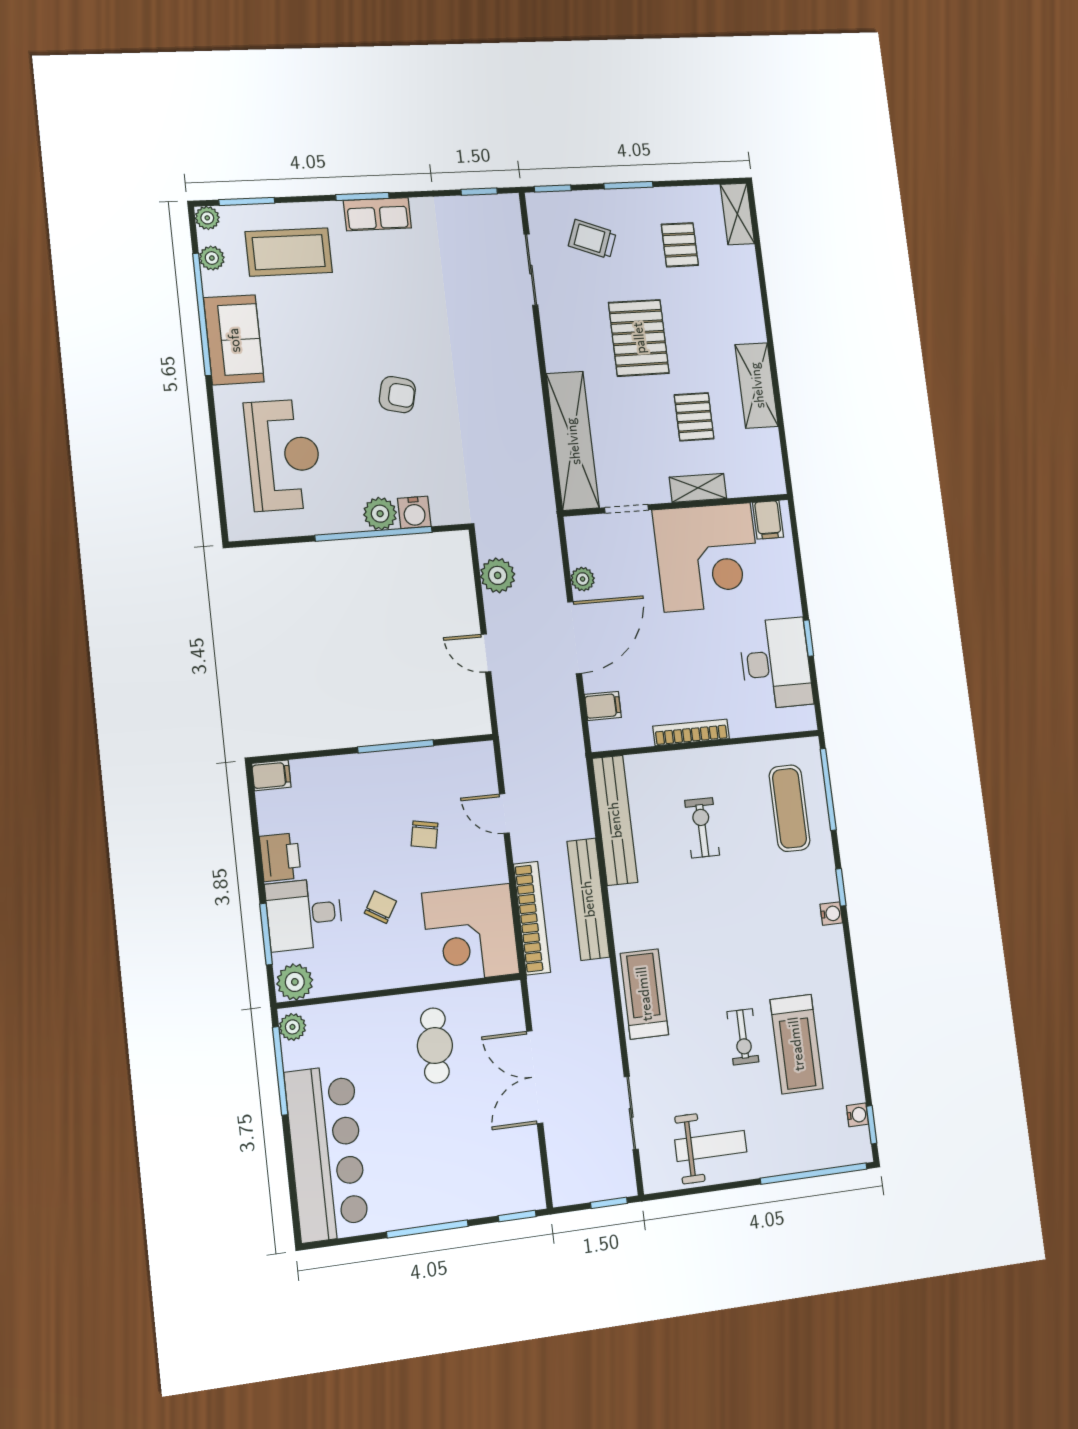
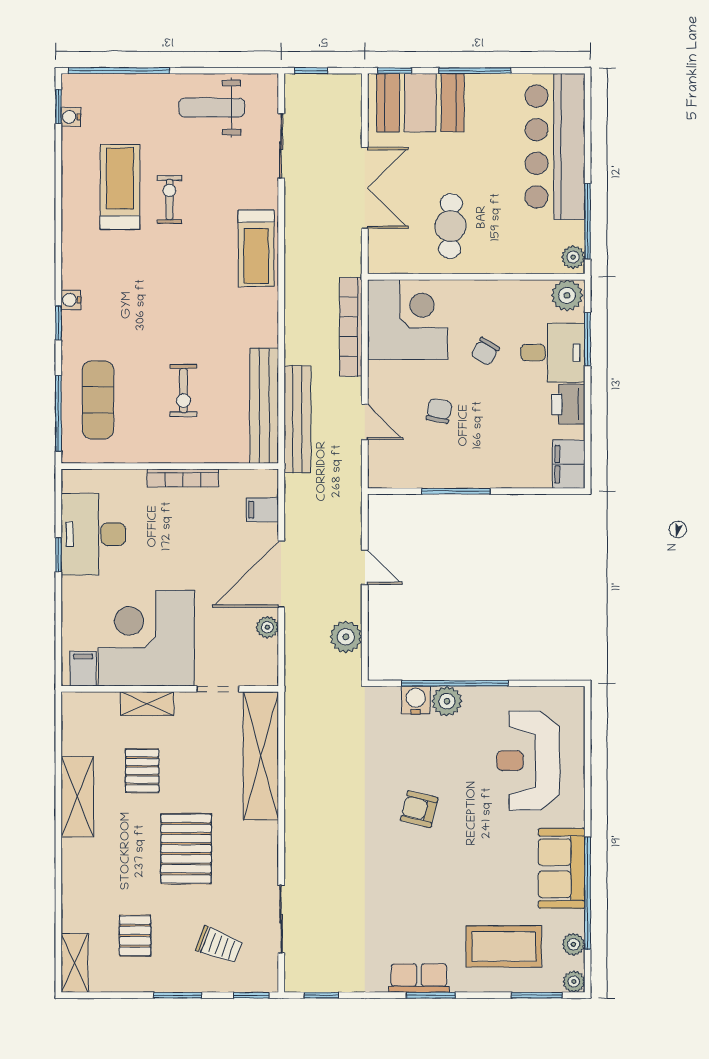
filing cabinet: (271, 775) -> (569, 464), width x2.00
bench: (588, 899) -> (297, 419), moved
booth: (484, 1183) -> (420, 103), added

